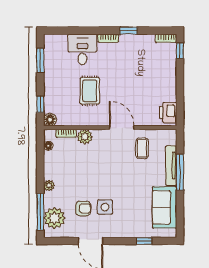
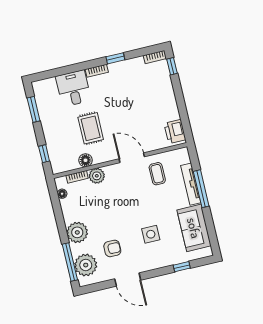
floor lamp: (50, 120) -> (86, 160), moved
plant: (49, 185) -> (77, 232), width x1.88, depth x1.88
side table: (105, 207) -> (151, 234), moved

